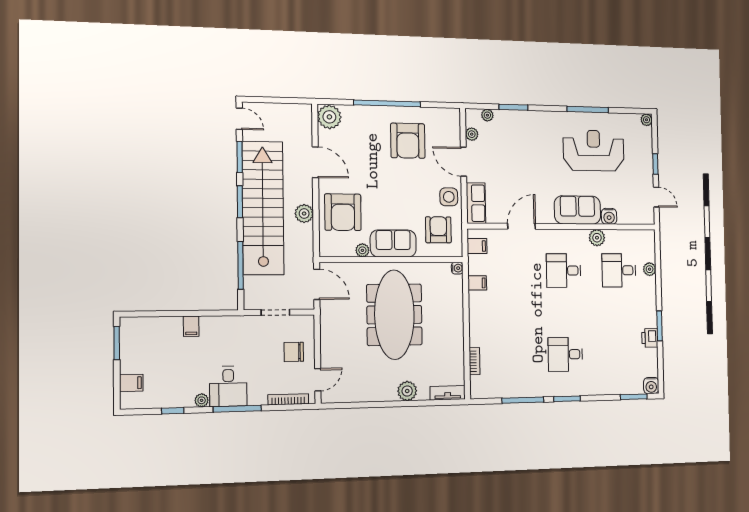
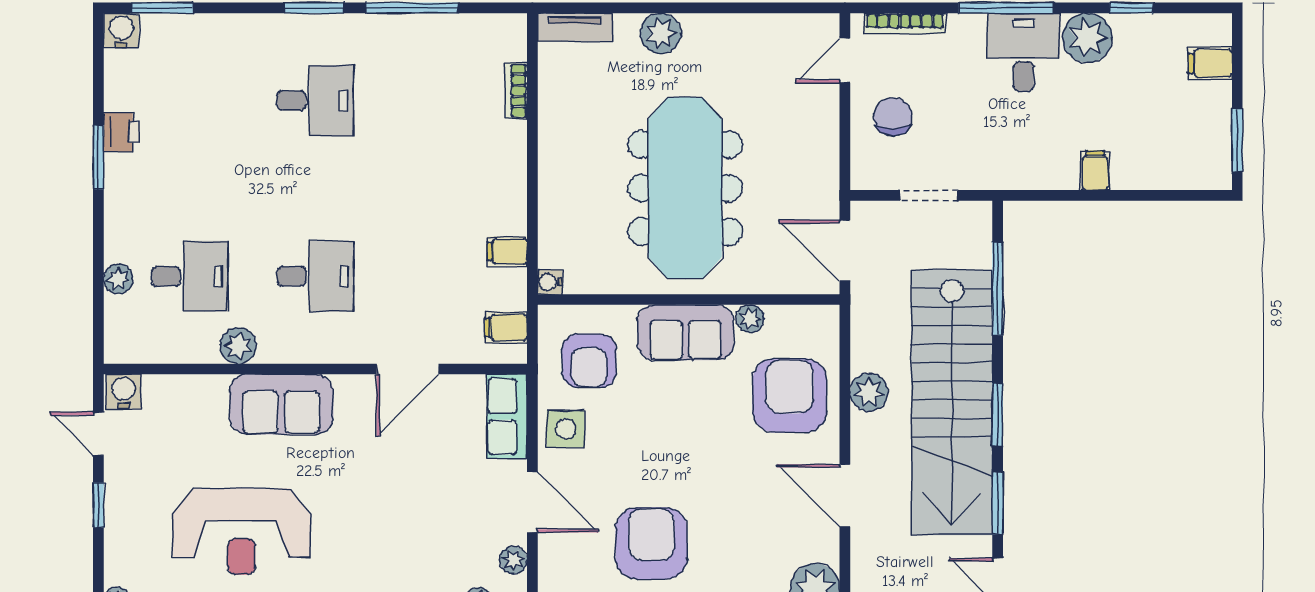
water cooler: (609, 216) -> (124, 391), moved
chair: (294, 352) -> (893, 117), turned -90
plant: (202, 400) -> (1087, 38), width x1.87, depth x1.87

